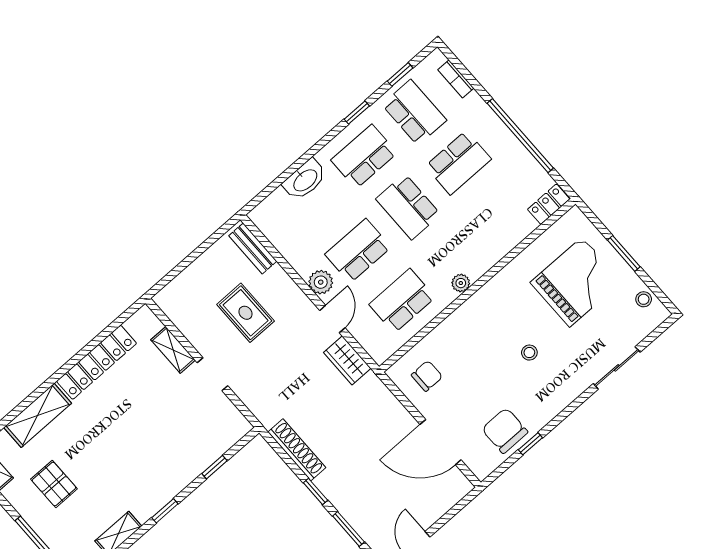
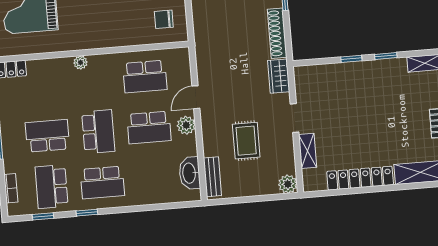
washbasin: (305, 180) -> (190, 173), moved, turned -90
plant: (461, 283) -> (80, 62), moved
plant: (168, 300) -> (288, 184), added
wardrobe: (347, 360) -> (279, 76), moved, turned 180
window: (215, 467) -> (351, 59), moved

